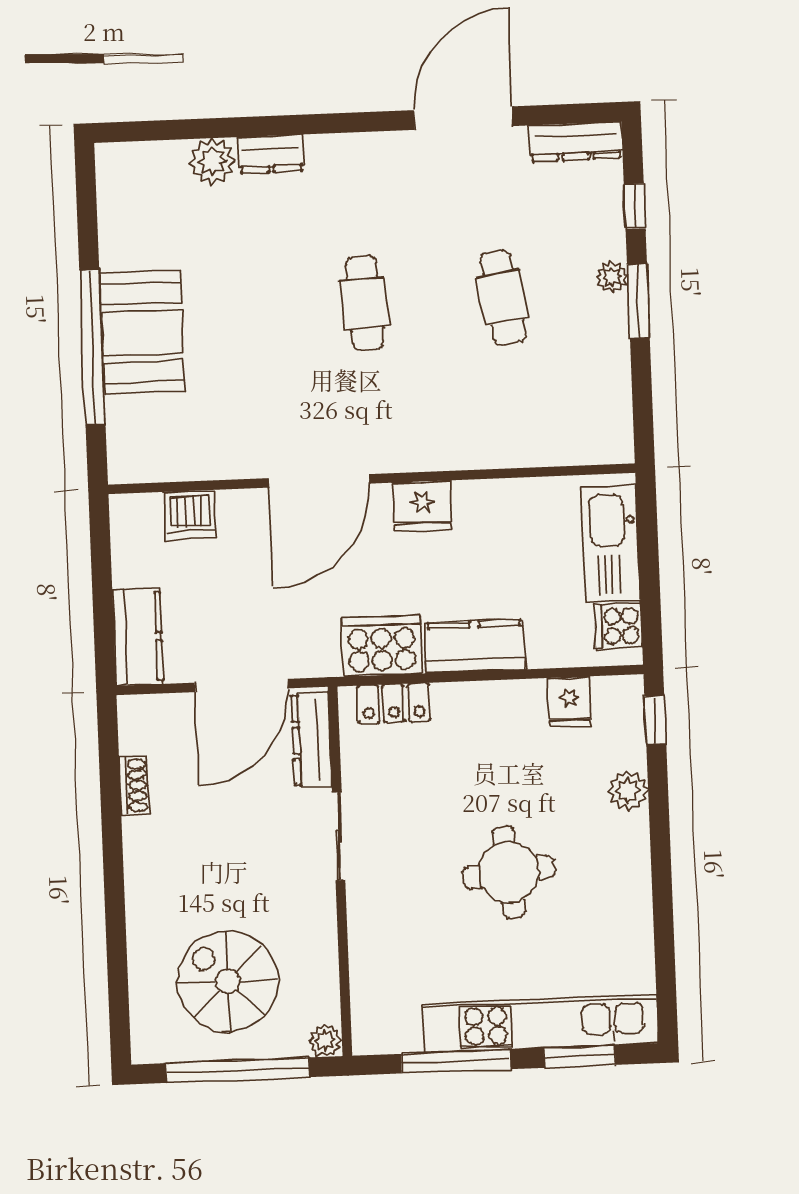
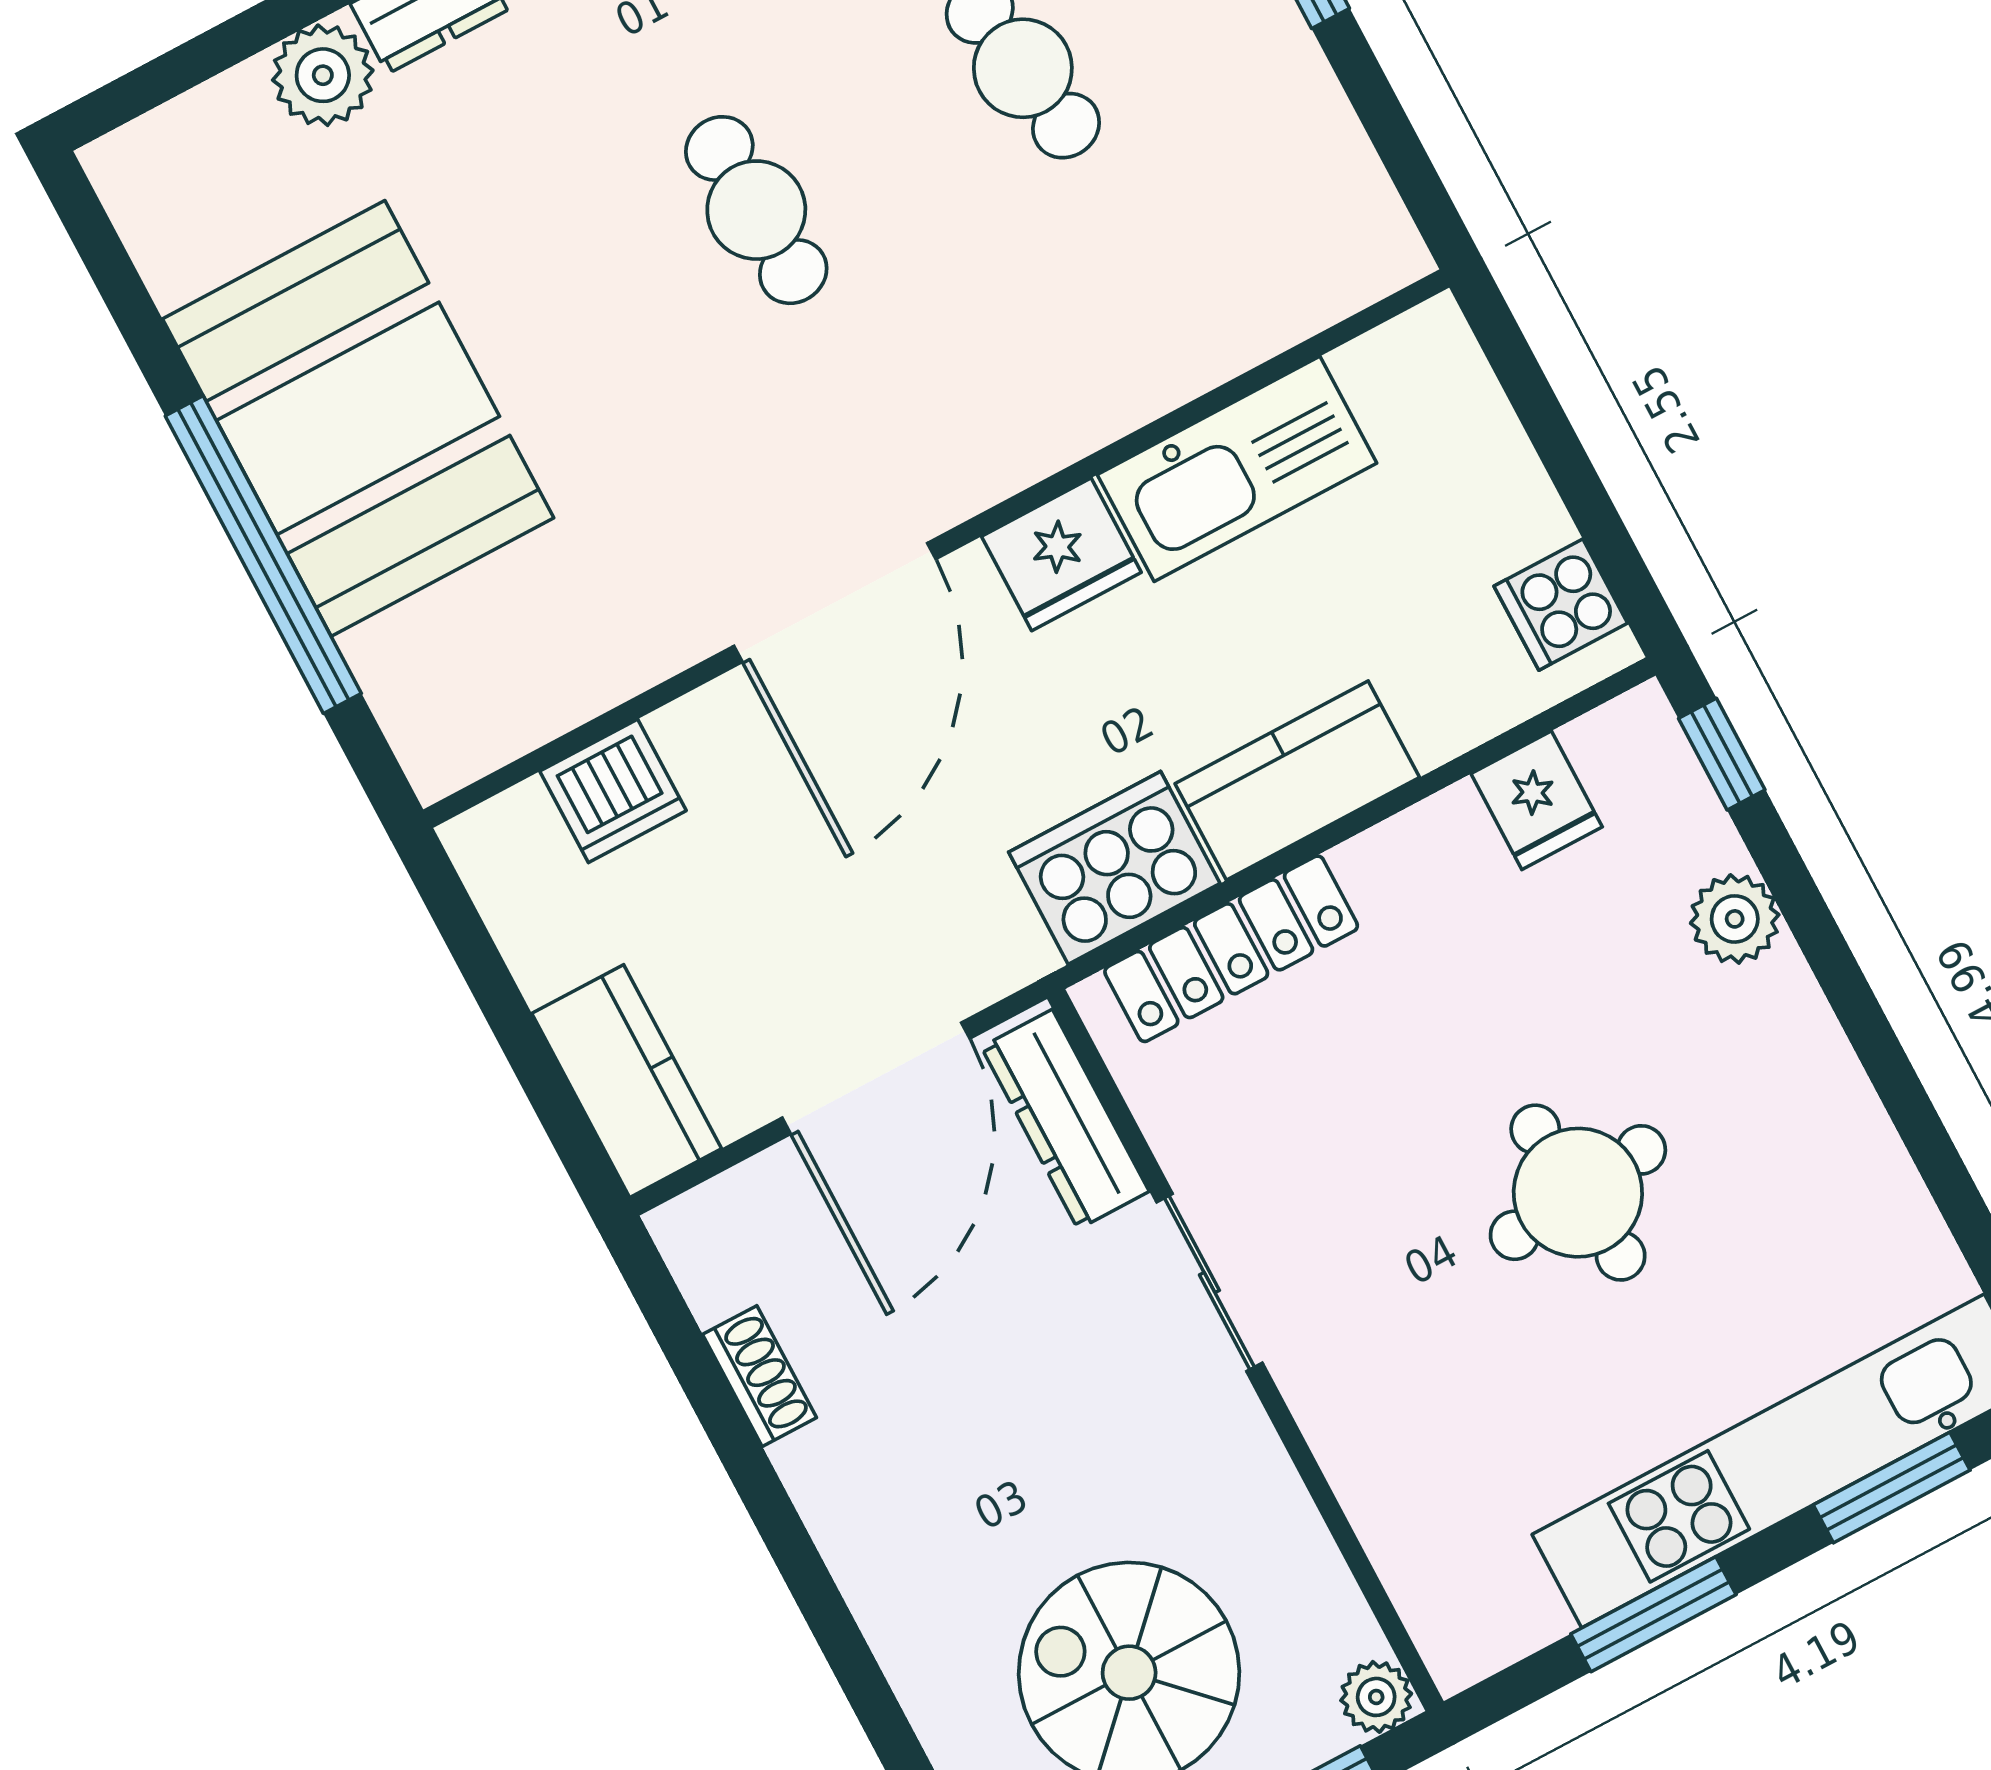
booth: (142, 333) -> (358, 418), width x1.36, depth x1.42
kitchen sink: (610, 543) -> (1237, 469), moved, turned -90
locker: (394, 703) -> (1231, 949), width x1.53
window: (456, 1061) -> (1653, 1614), width x0.69

